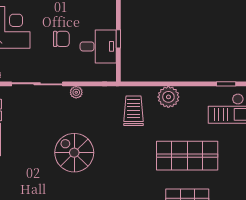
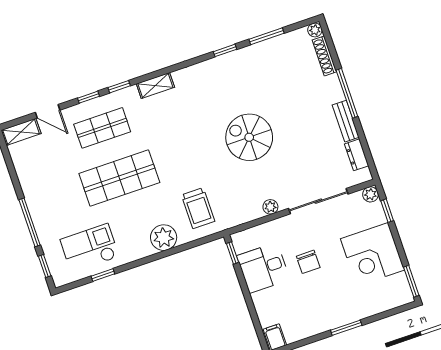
chair: (61, 39) -> (308, 262), turned -90
window: (118, 39) -> (232, 253), moved
spiral stairs: (74, 153) -> (249, 137), turned 180

